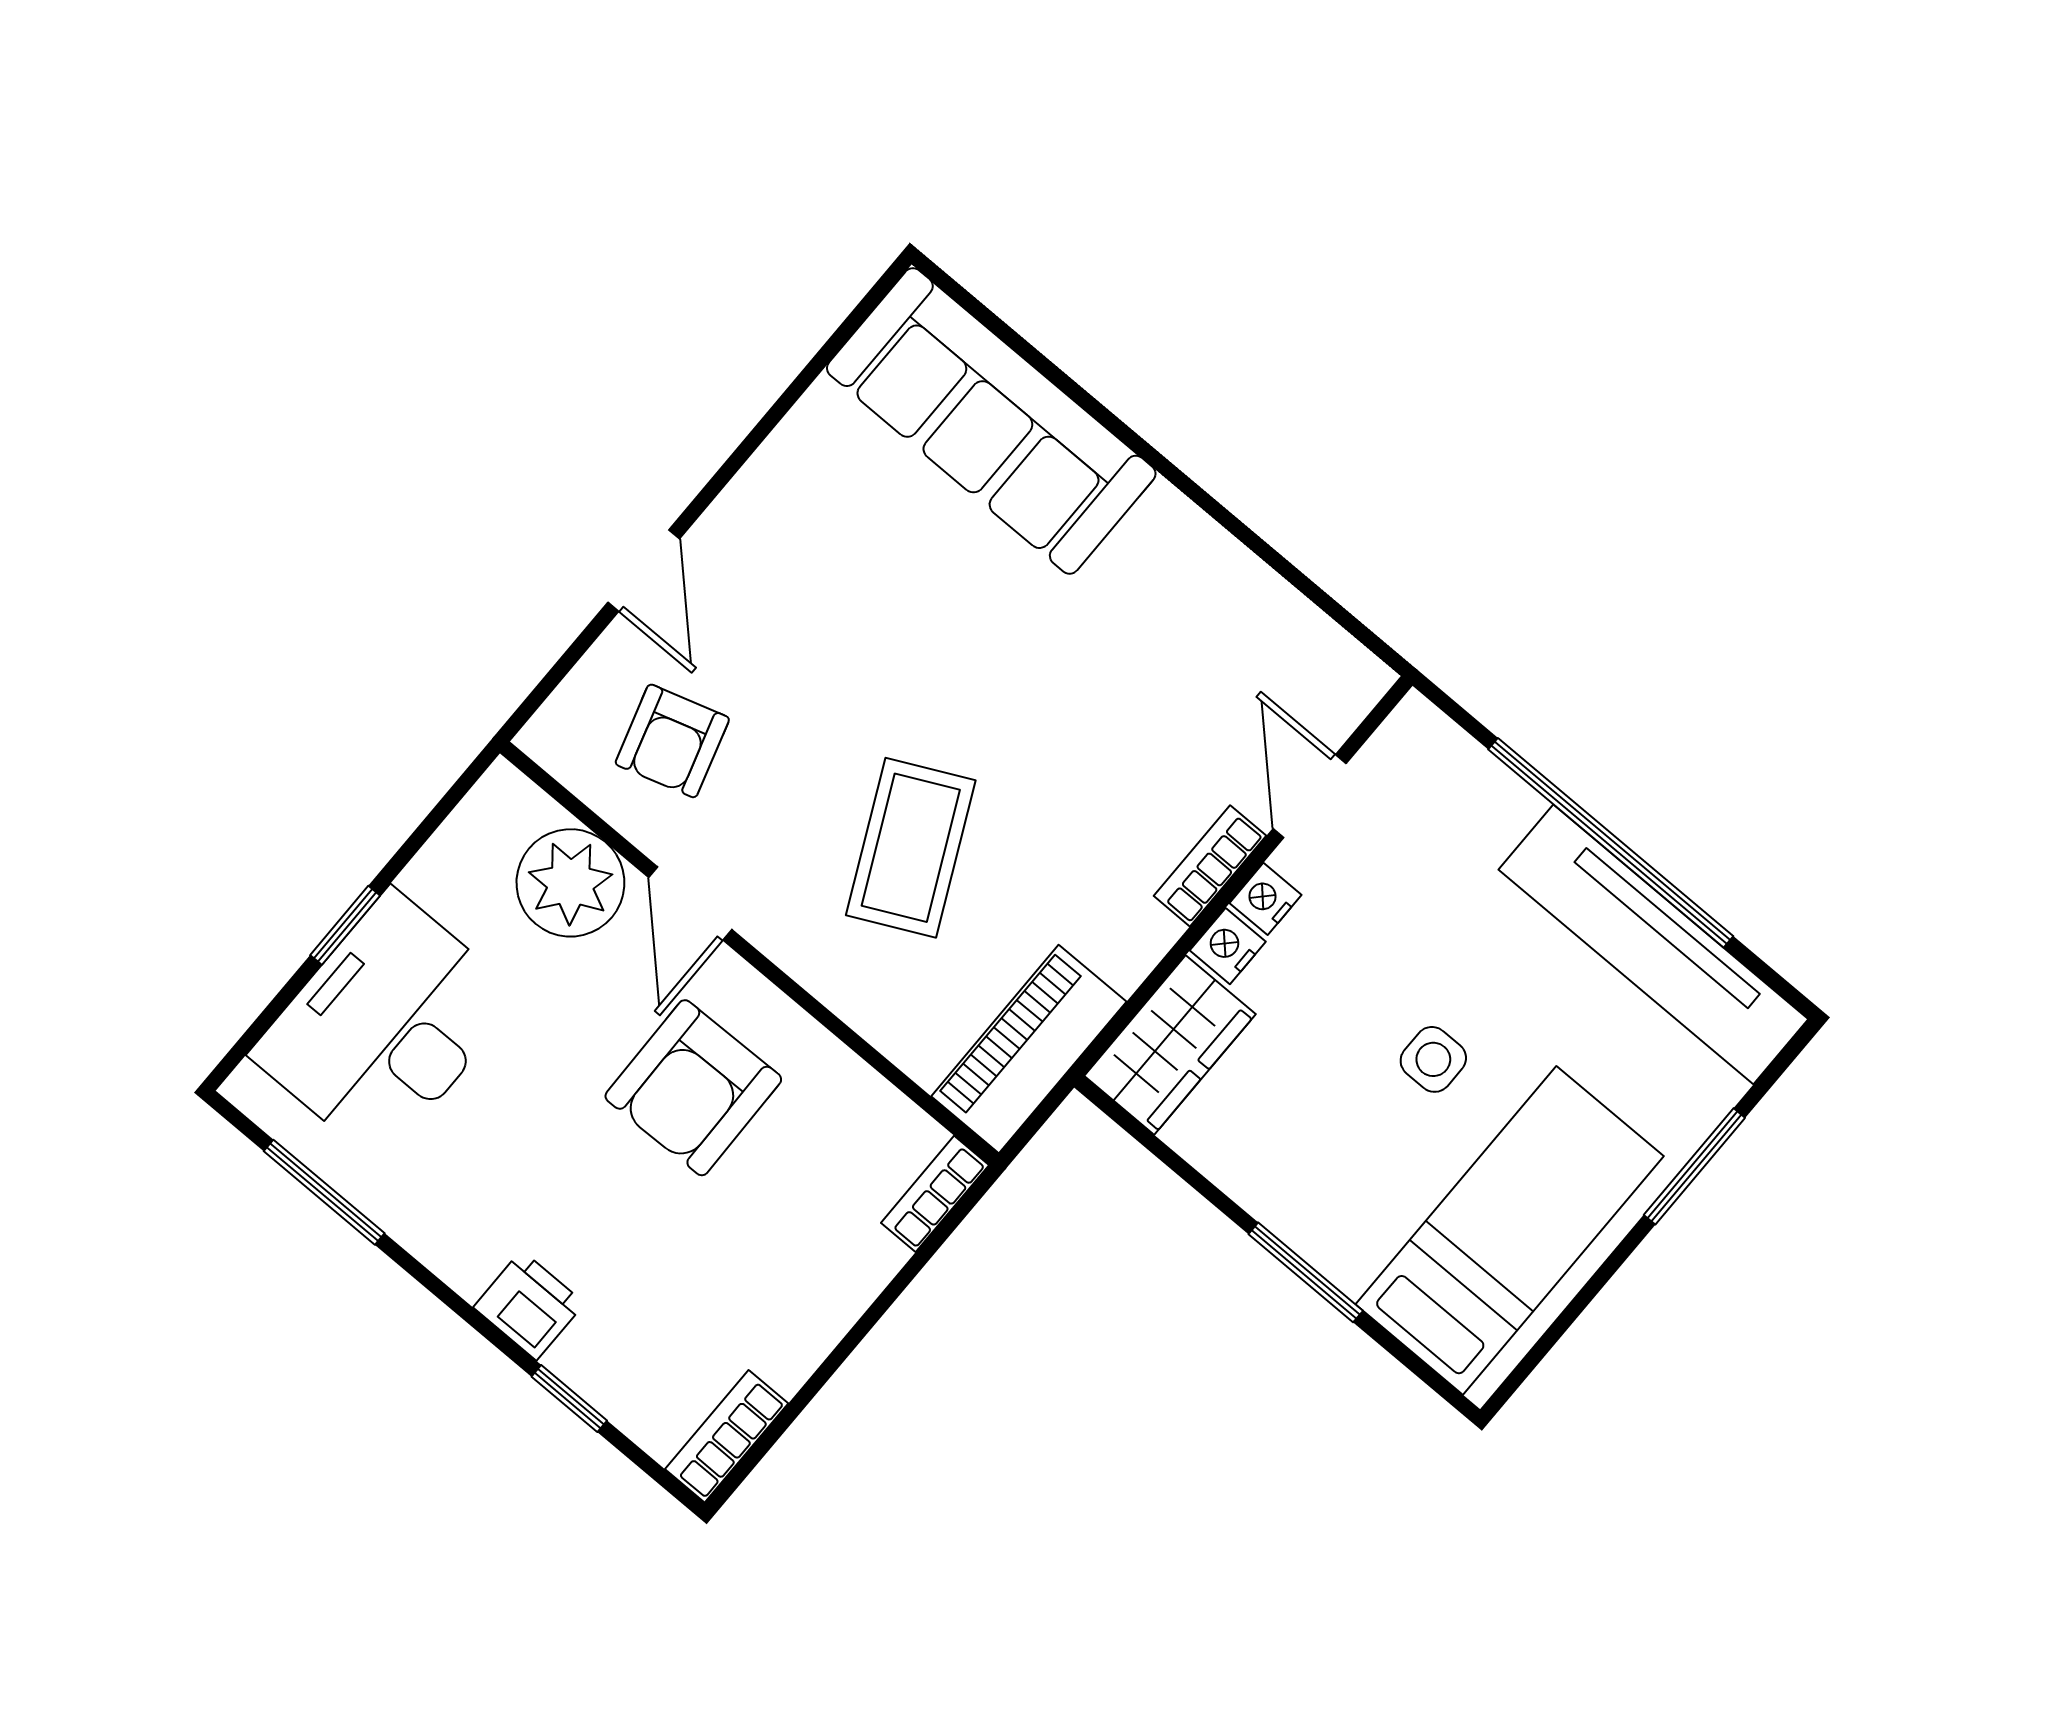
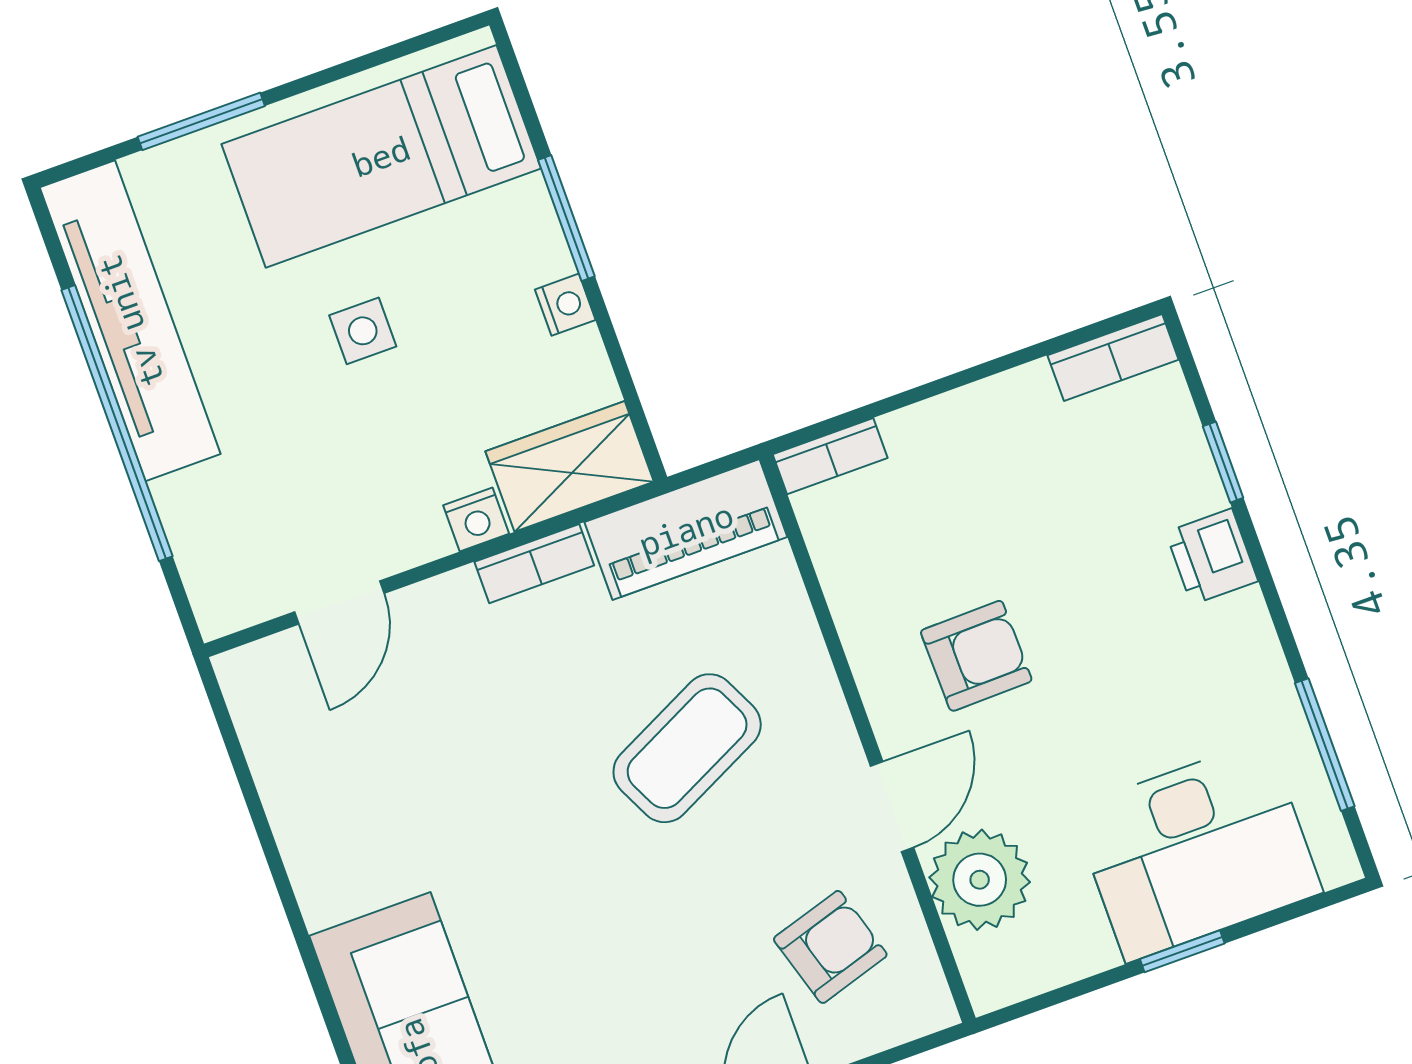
bookcase: (1210, 866) -> (534, 564), moved
nightstand: (1266, 899) -> (565, 305), moved, turned -90
armchair: (693, 1088) -> (976, 656), width x0.72, depth x0.72

